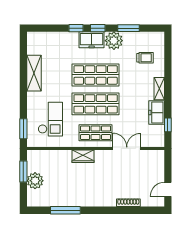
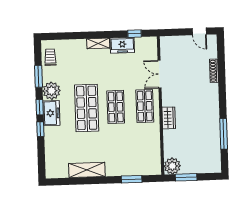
trolley: (145, 58) -> (50, 57), moved
shop shelf: (96, 104) -> (116, 107), width x0.70, depth x0.74
checkout: (50, 119) -> (132, 152), removed
window: (23, 129) -> (132, 179), moved
plant: (35, 181) -> (172, 166), moved

